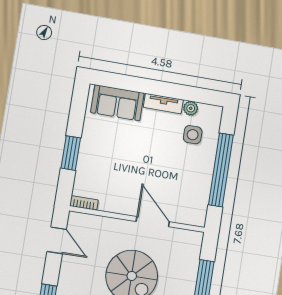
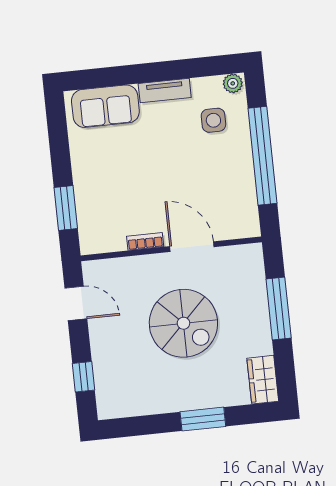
plant: (191, 108) -> (233, 83), moved
window: (71, 153) -> (66, 208), moved
bookcase: (84, 203) -> (145, 241), moved

